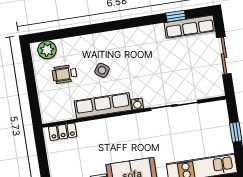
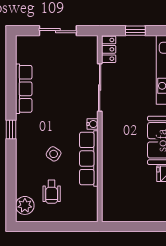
window: (176, 16) -> (11, 130), moved
row of seats: (190, 27) -> (24, 89), moved
locker: (63, 132) -> (109, 49), moved

